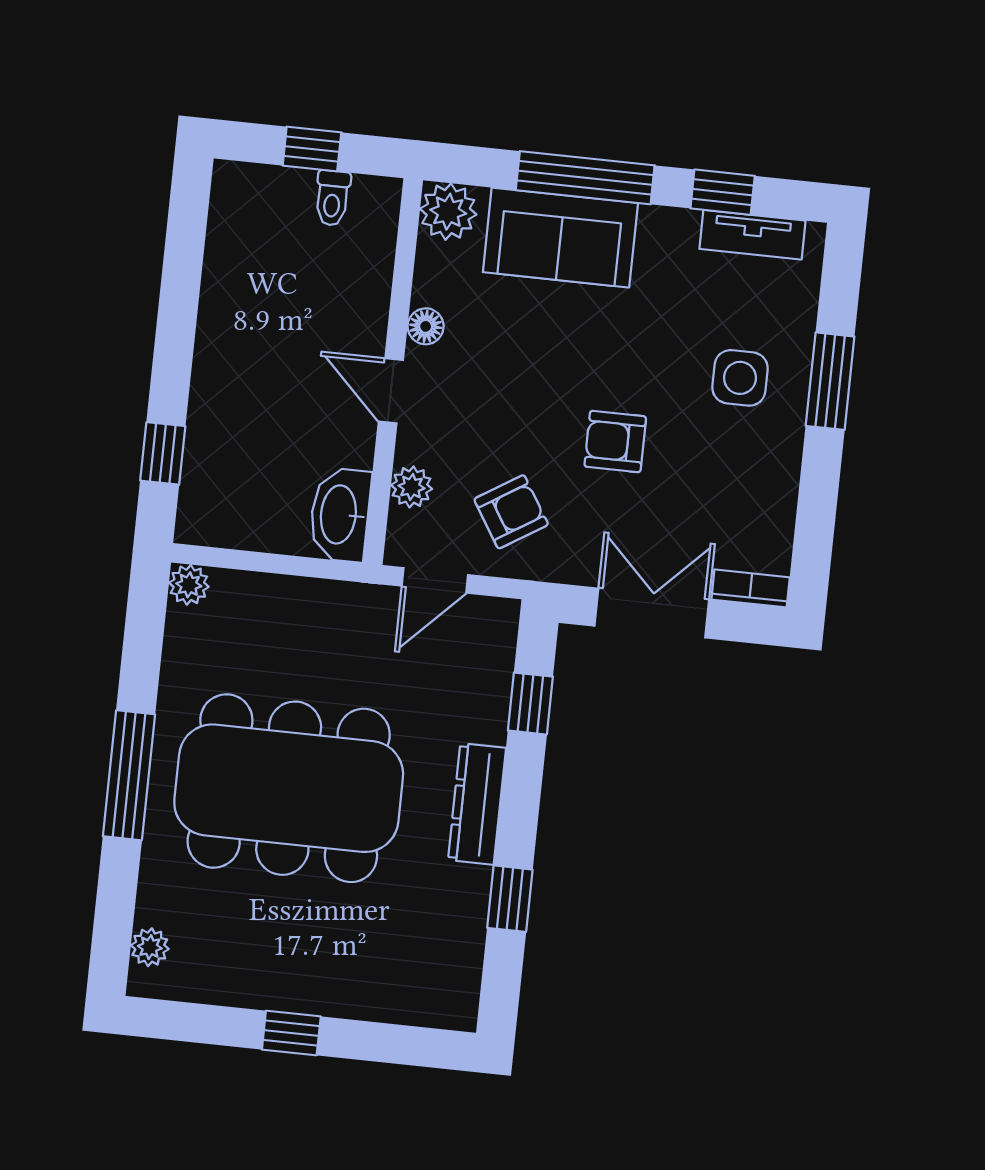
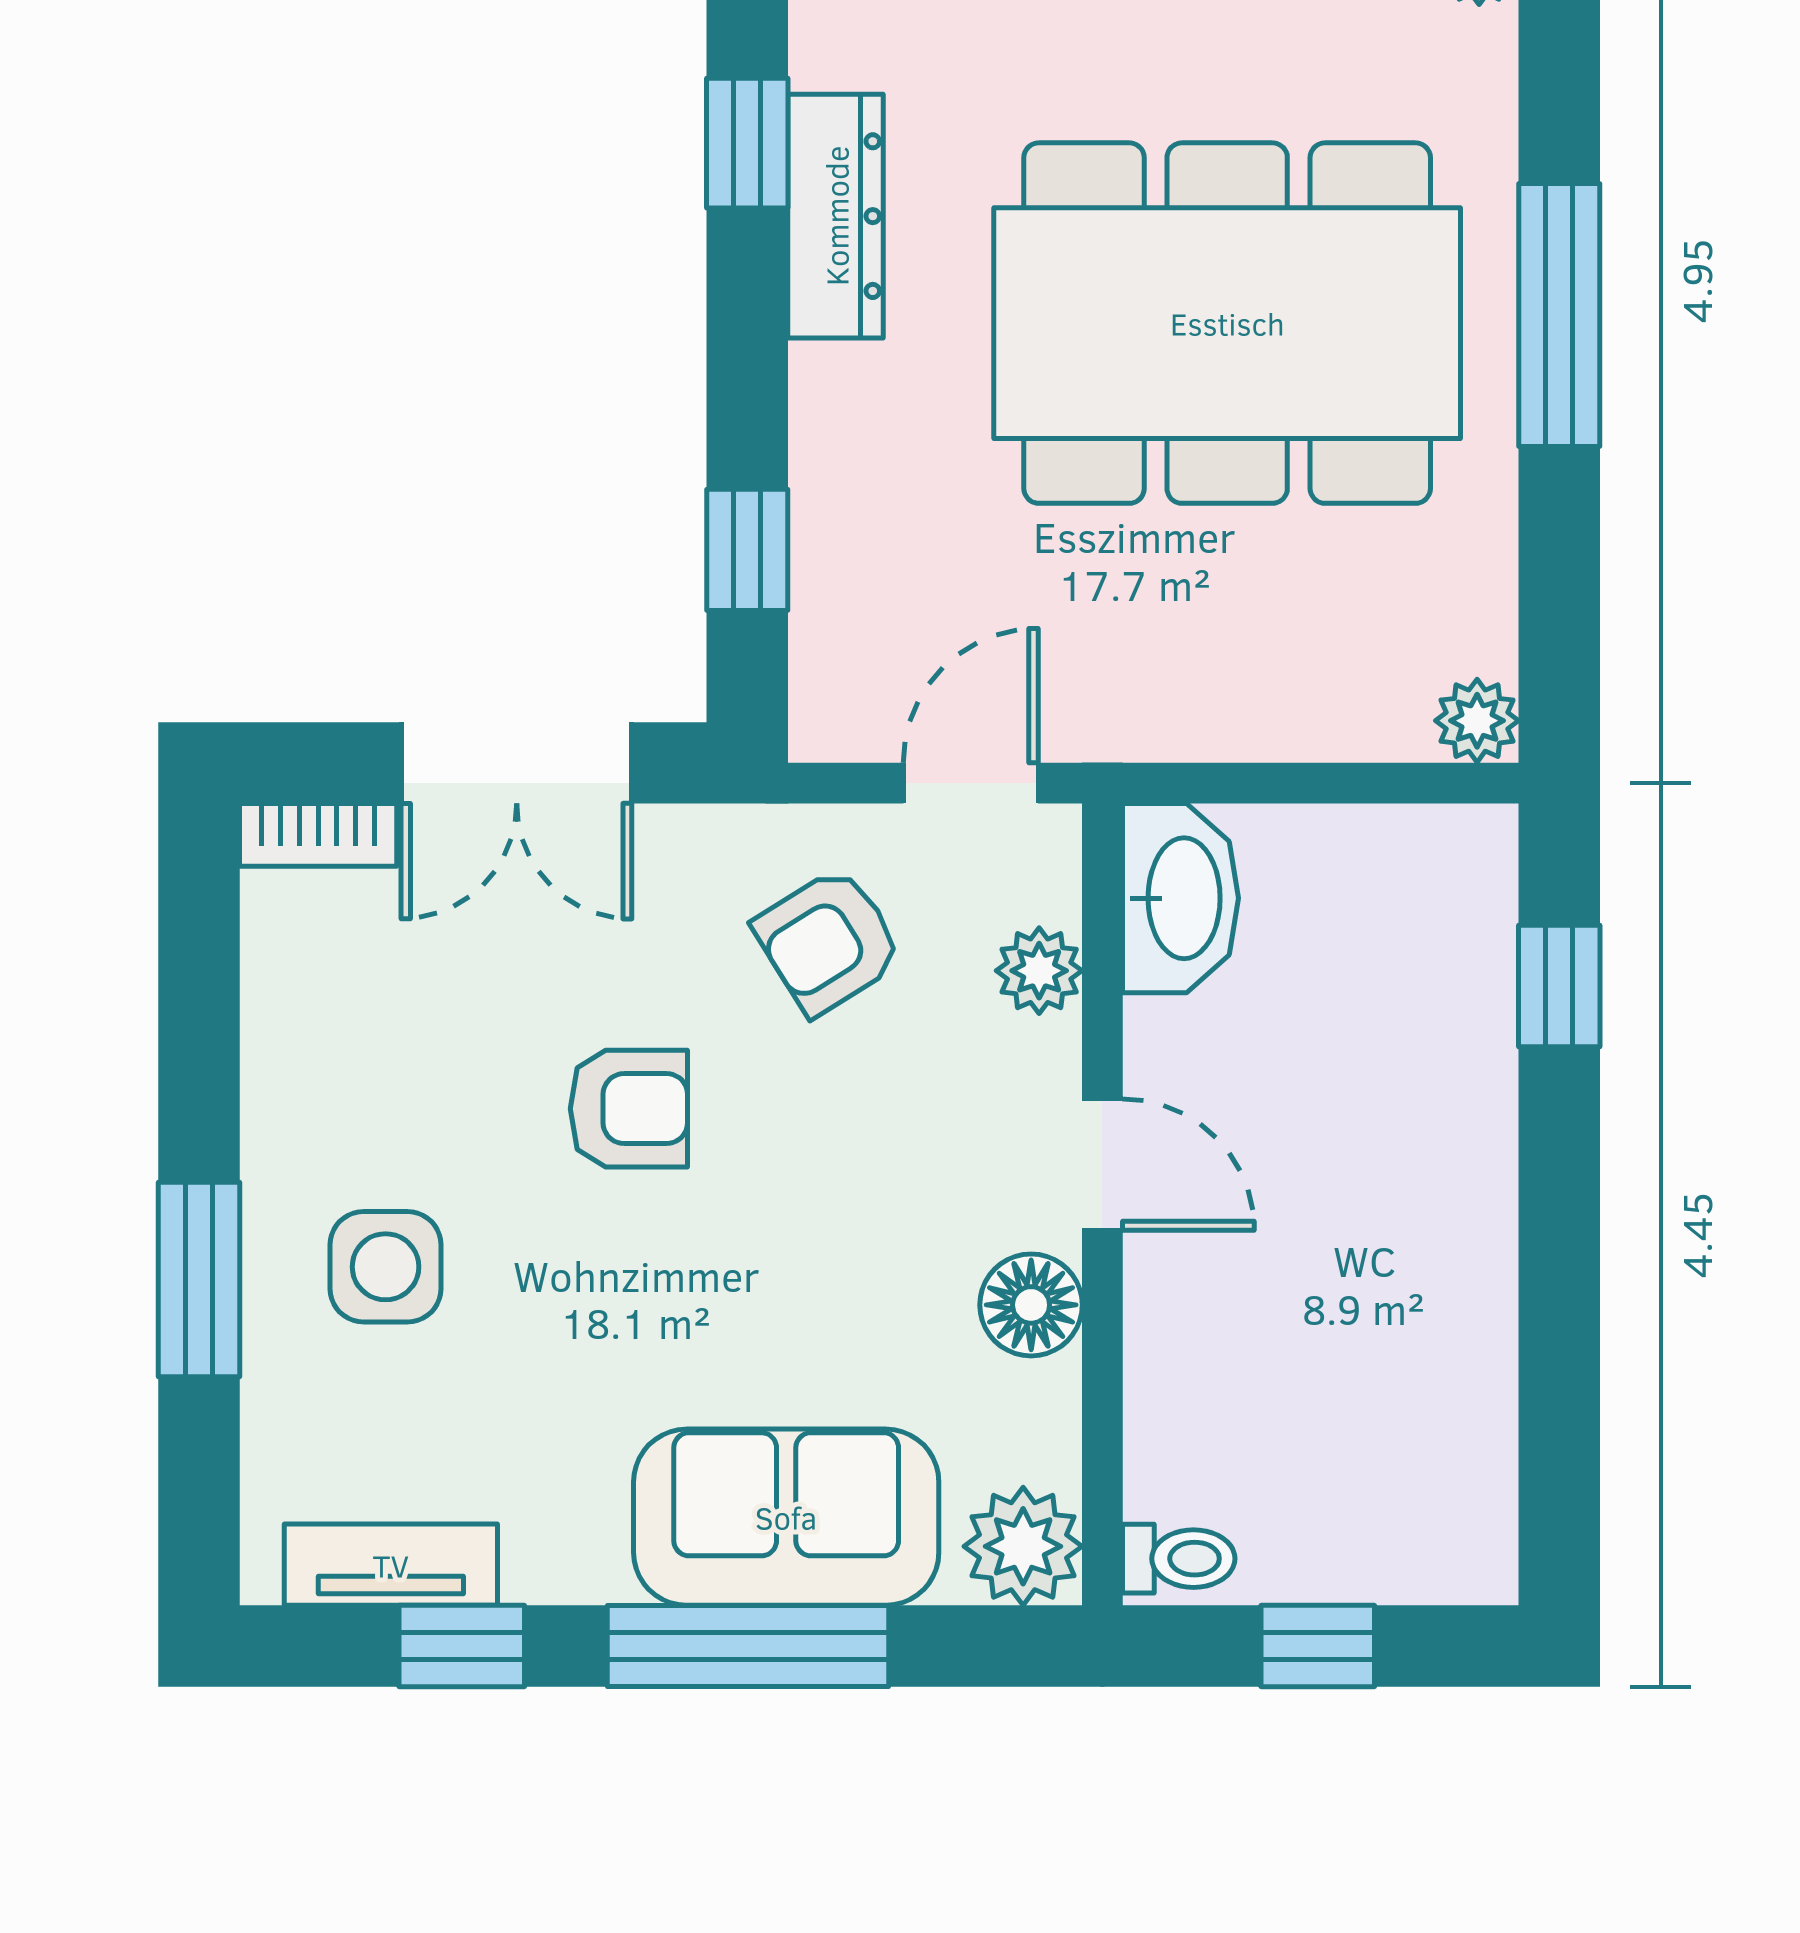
toilet: (332, 198) -> (1179, 1559), moved, turned 90
floor lamp: (426, 326) -> (1031, 1305), width x1.37, depth x1.37
dresser: (477, 804) -> (836, 216), moved

